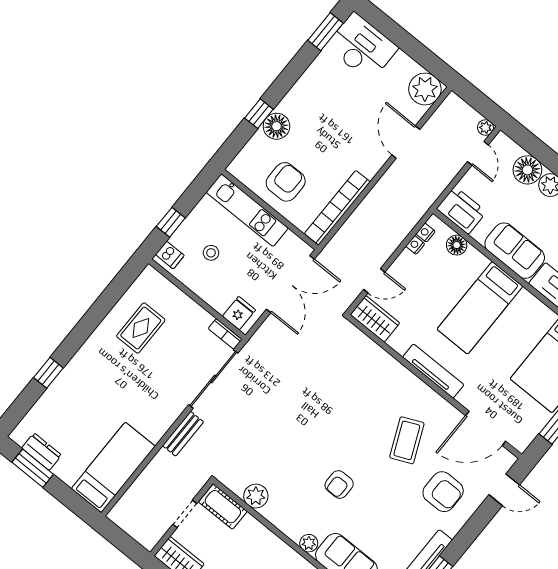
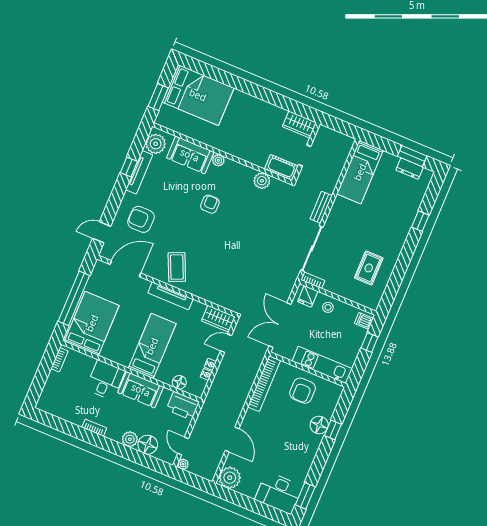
nightstand: (426, 233) -> (210, 364), moved
stool: (211, 253) -> (328, 307), moved
coffee table: (407, 440) -> (177, 267), moved

